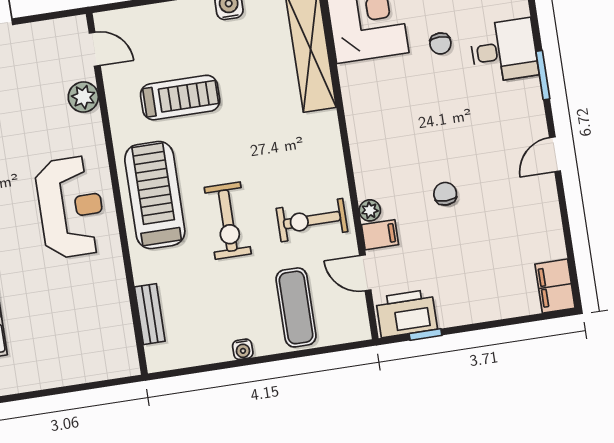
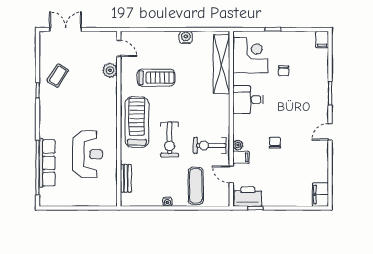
desk: (504, 51) -> (248, 100), moved, turned 180
reception desk: (71, 207) -> (88, 154), moved

